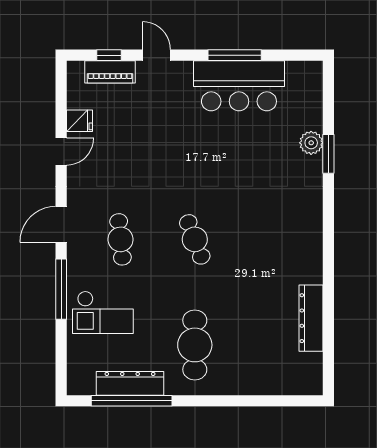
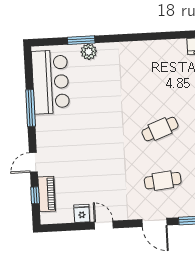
bar counter: (239, 86) -> (50, 82), moved
window: (328, 154) -> (81, 40), moved

